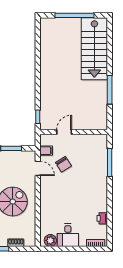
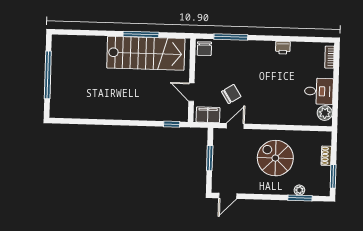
stairs: (94, 49) -> (146, 53), moved
chair: (100, 141) -> (204, 49), added
filing cabinet: (46, 151) -> (208, 115), width x2.00
printer: (102, 218) -> (283, 48), moved

